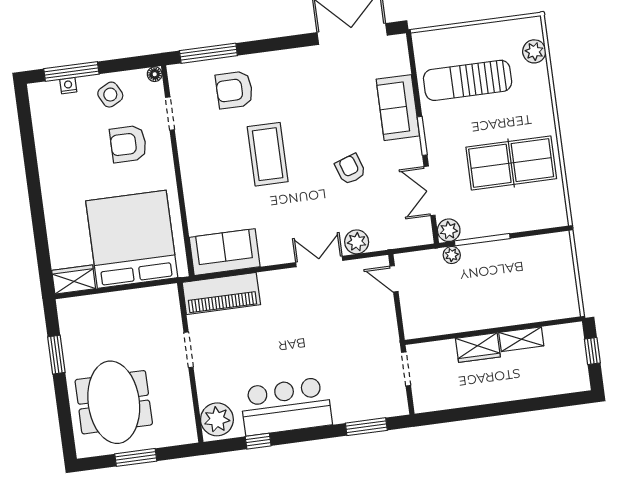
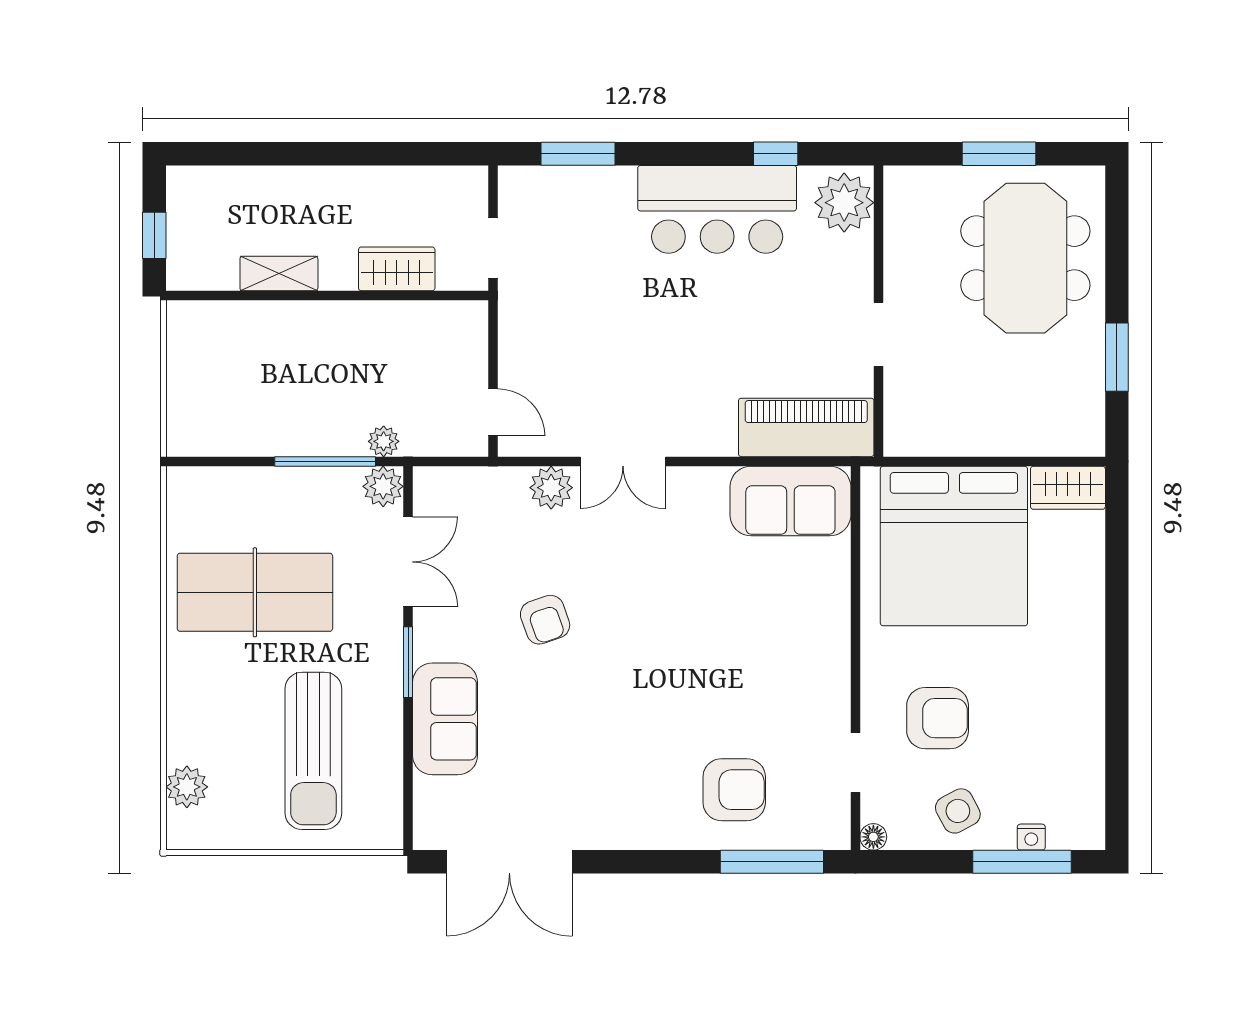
sun lounger: (468, 80) -> (313, 751), turned 90
coffee table: (268, 154) -> (690, 666), removed
wardrobe: (478, 348) -> (397, 269), moved

